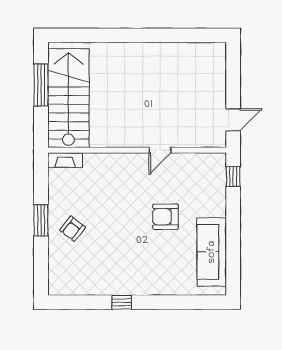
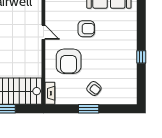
armchair: (115, 189) -> (69, 61), added
armchair: (165, 217) -> (86, 29), turned -90

